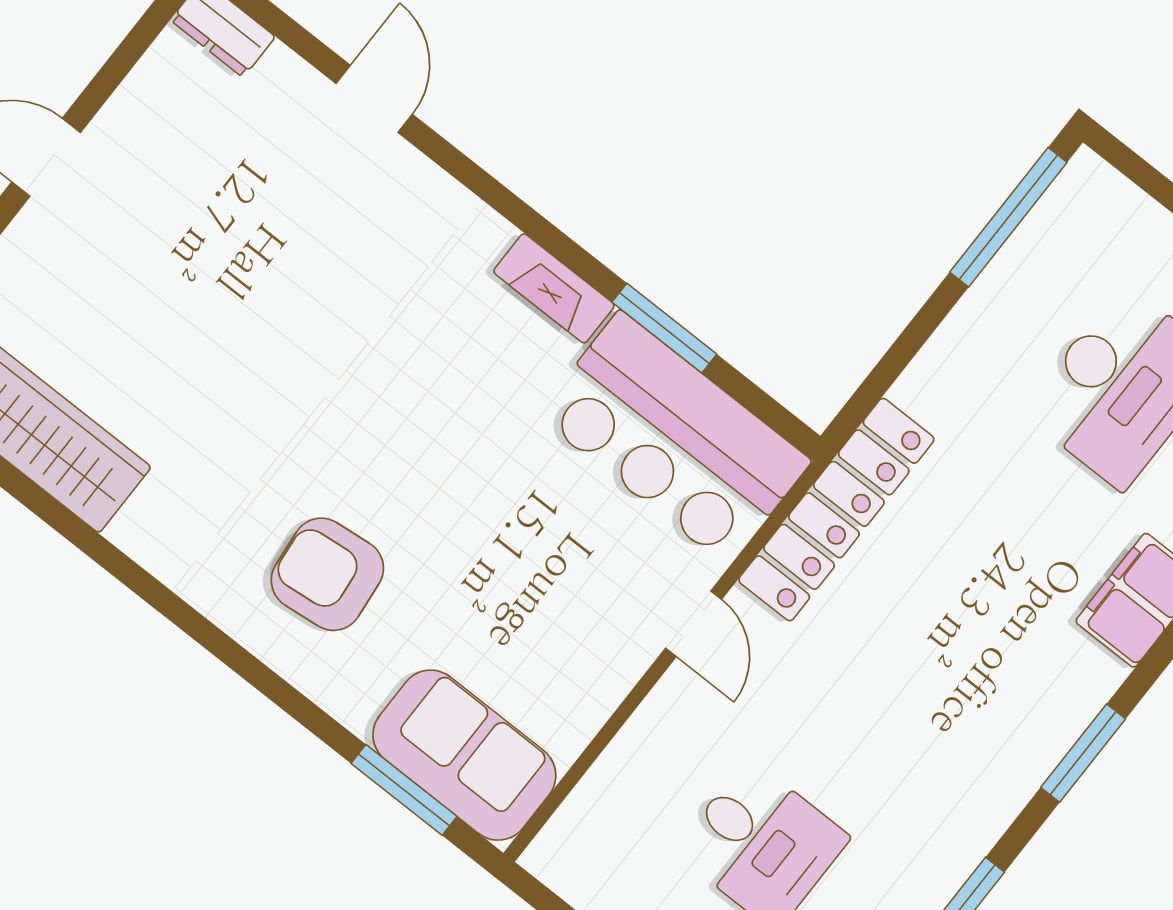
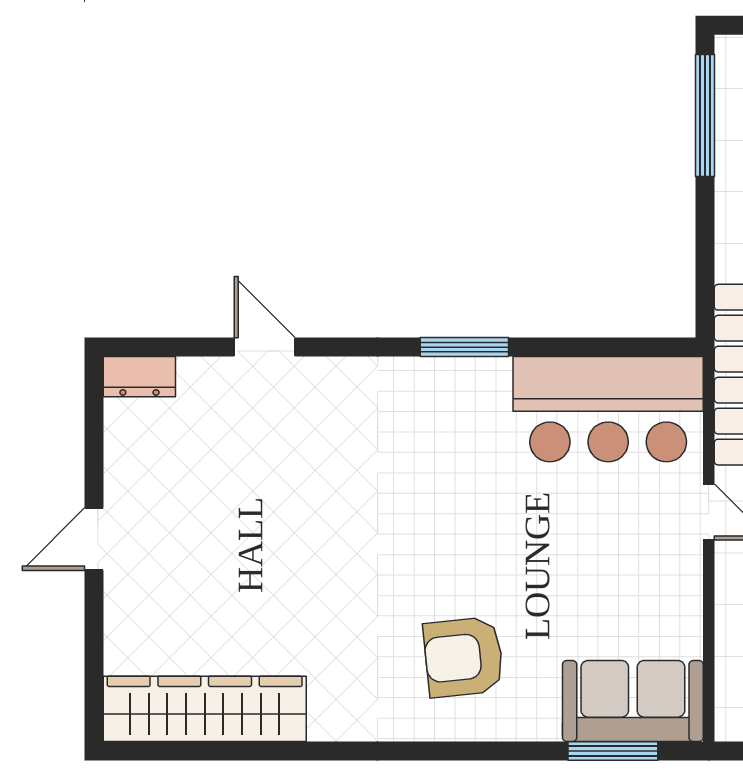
fireplace: (554, 288) -> (464, 376), removed
window: (664, 328) -> (464, 347), moved

